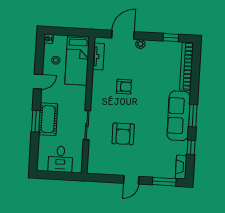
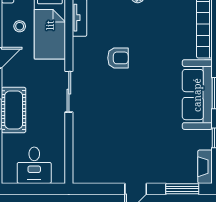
sliding door: (87, 125) -> (69, 92), moved
armchair: (123, 134) -> (121, 125), removed

